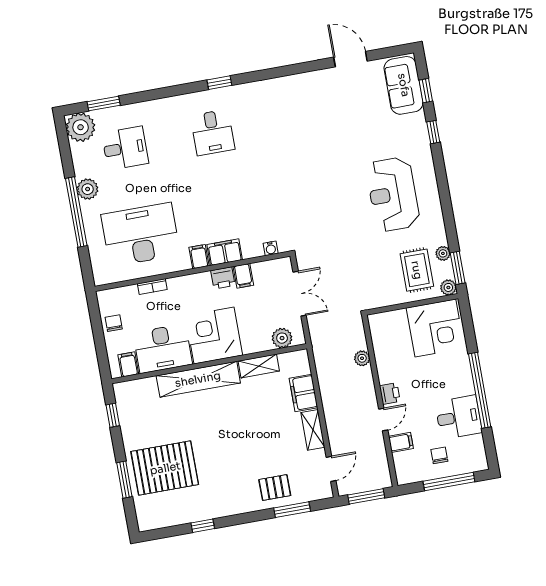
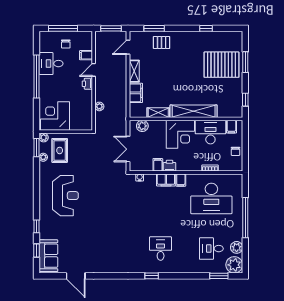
plant: (88, 189) -> (237, 247), moved

